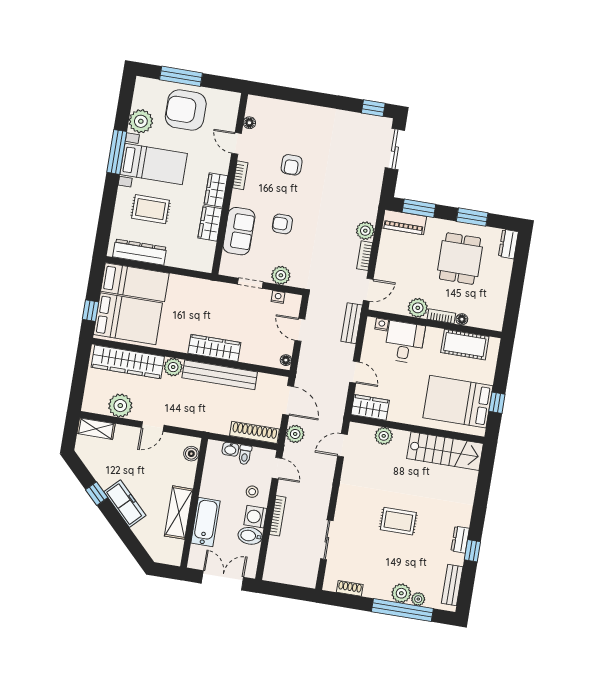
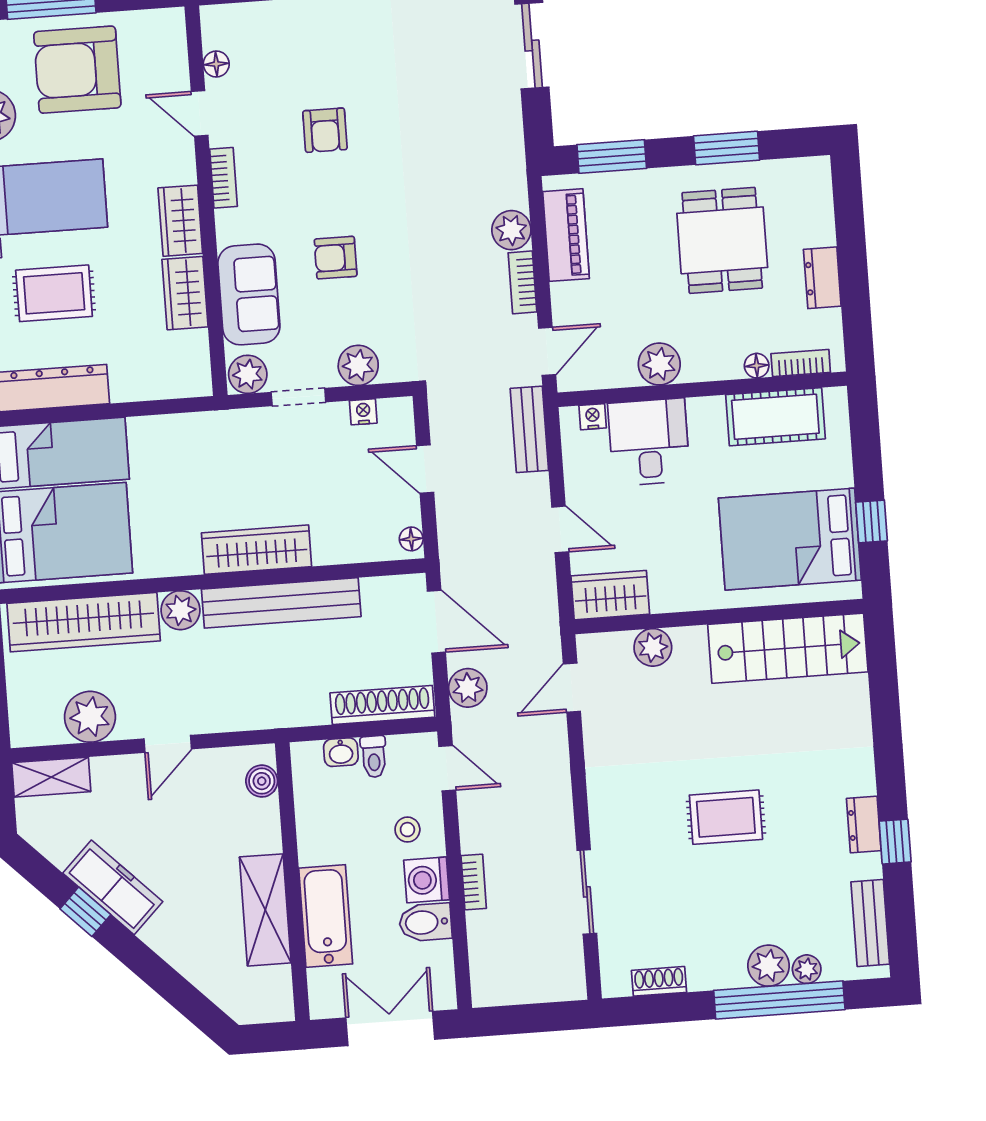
piano: (404, 222) -> (566, 235), moved, turned -90
dresser: (508, 244) -> (822, 278), moved
plant: (230, 267) -> (248, 374), added
bookcase: (441, 316) -> (801, 363), moved
freezer: (125, 504) -> (113, 887), moved
bookcase: (278, 516) -> (474, 882), width x0.64

